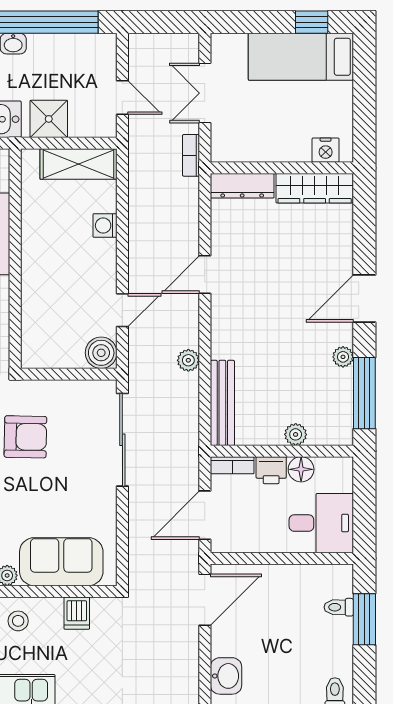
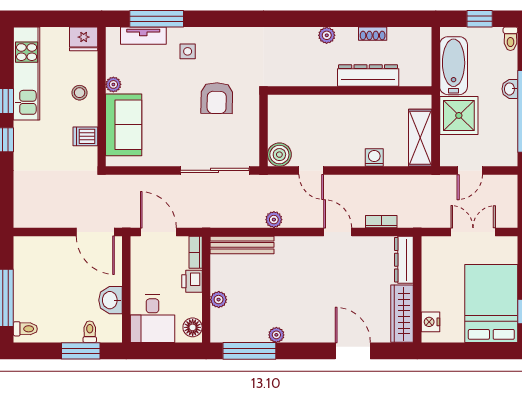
bed: (301, 57) -> (491, 303), width x1.50
shower: (49, 119) -> (459, 115), width x1.36, depth x1.36
bookcase: (191, 155) -> (381, 222), moved
door: (364, 298) -> (353, 351), moved
floor lamp: (301, 469) -> (193, 327), moved
washbasin: (226, 676) -> (110, 300), moved, turned 90

